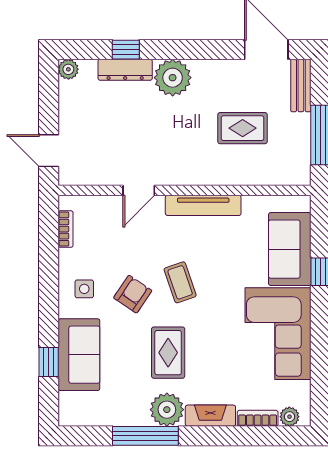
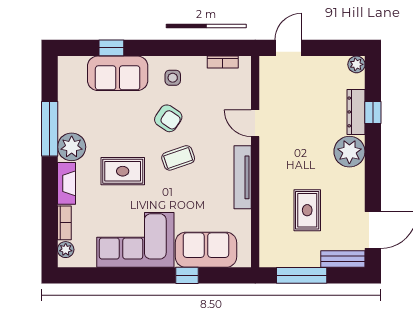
rug: (168, 353) -> (123, 171), moved

